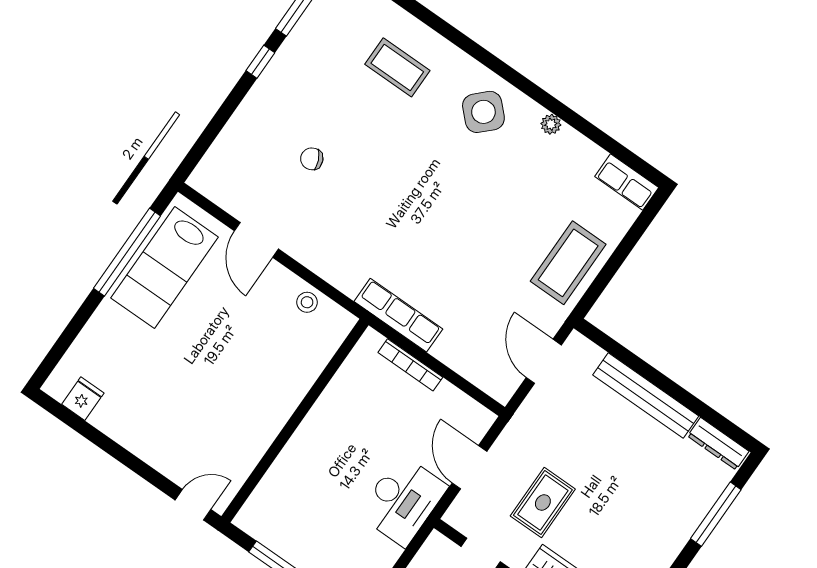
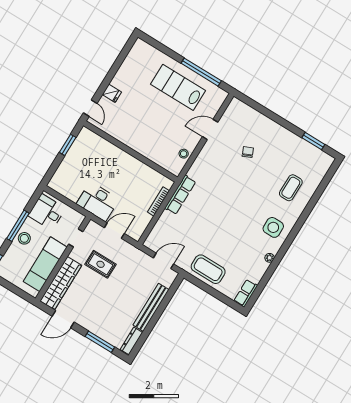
window: (260, 62) -> (290, 127), removed
side table: (483, 112) -> (273, 227), turned 45
lab bench: (165, 267) -> (178, 87), moved
fridge: (83, 399) -> (112, 93), moved

